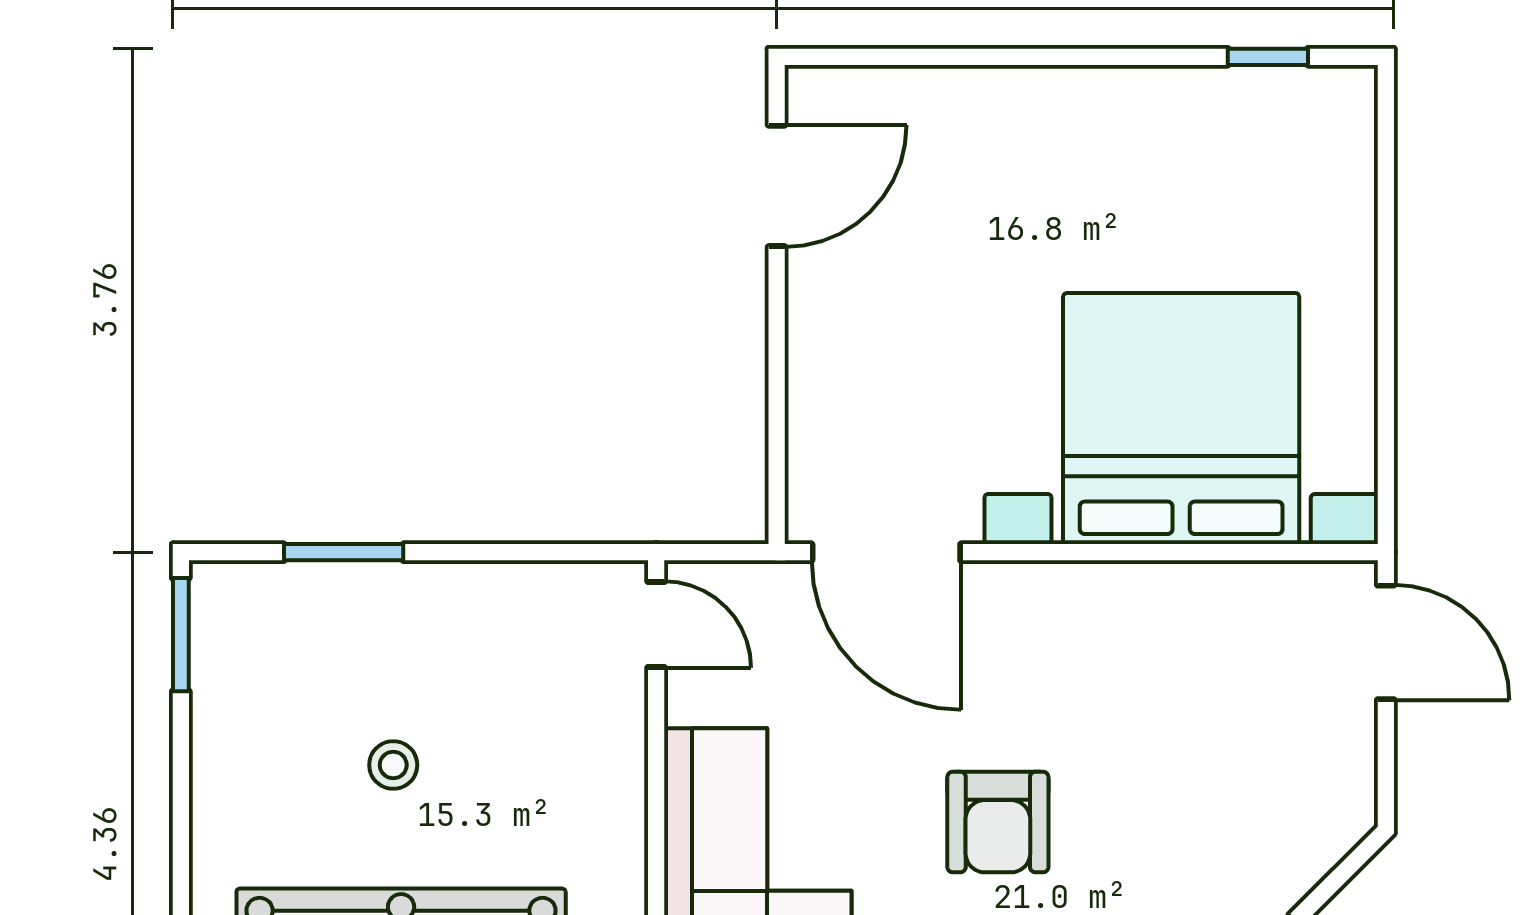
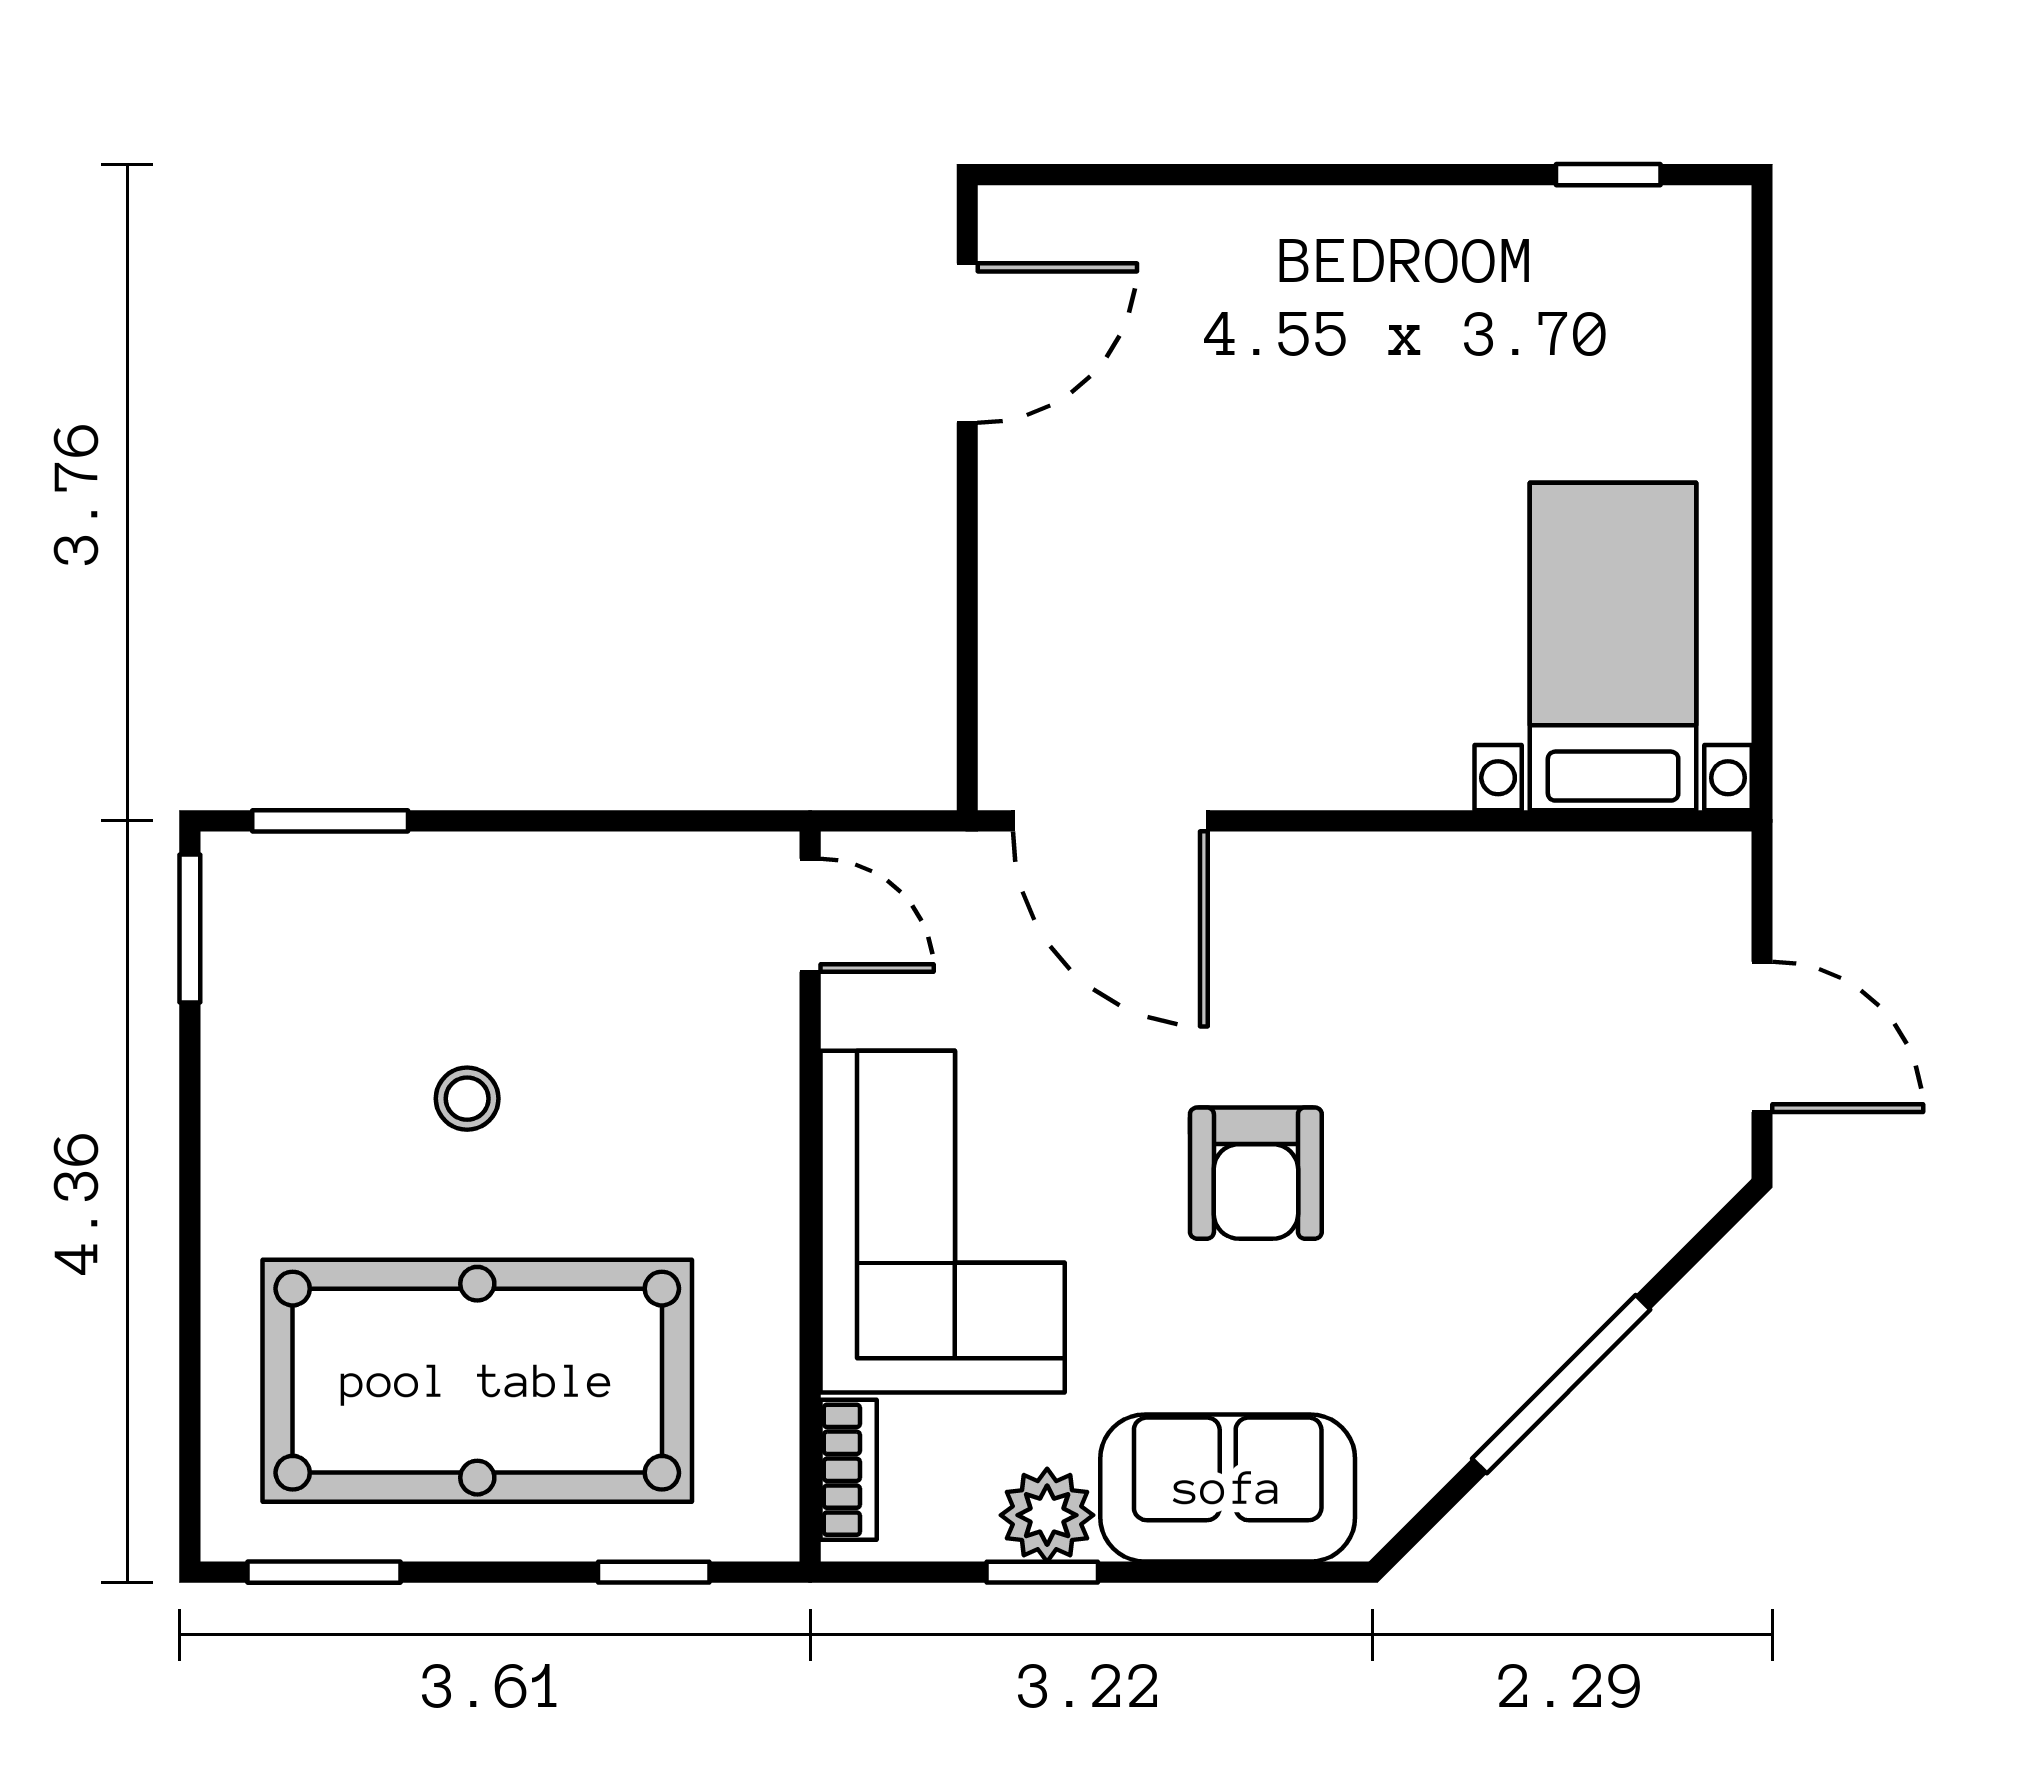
bed with nightstands: (1181, 419) -> (1613, 647), width x0.54
window: (344, 552) -> (330, 821), moved
door: (1386, 642) -> (1762, 1037), moved

